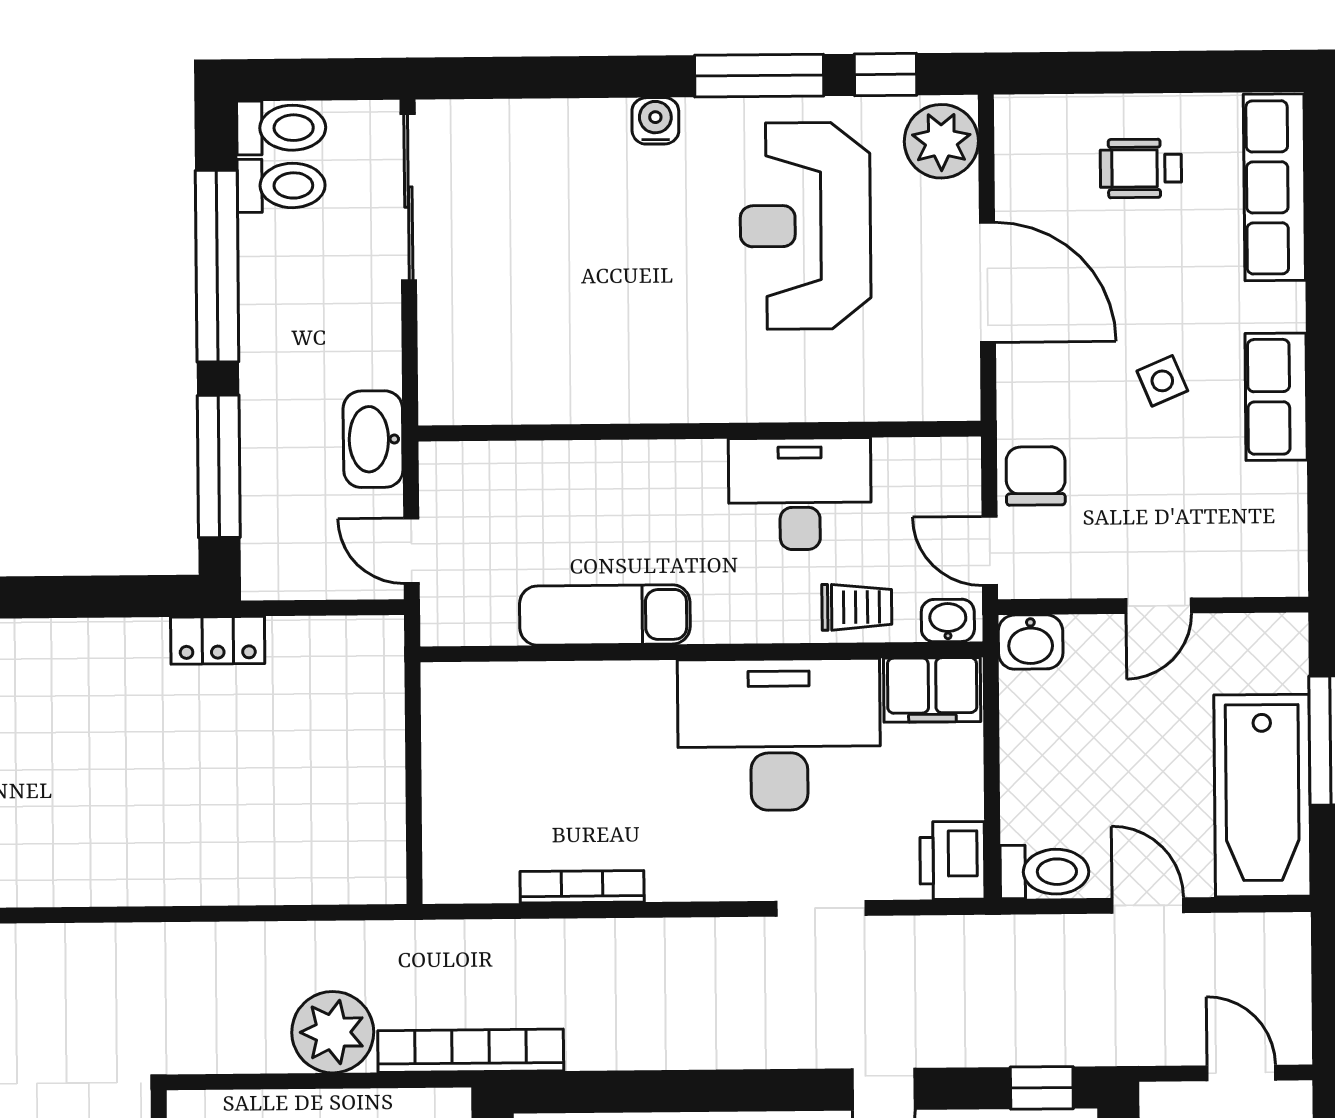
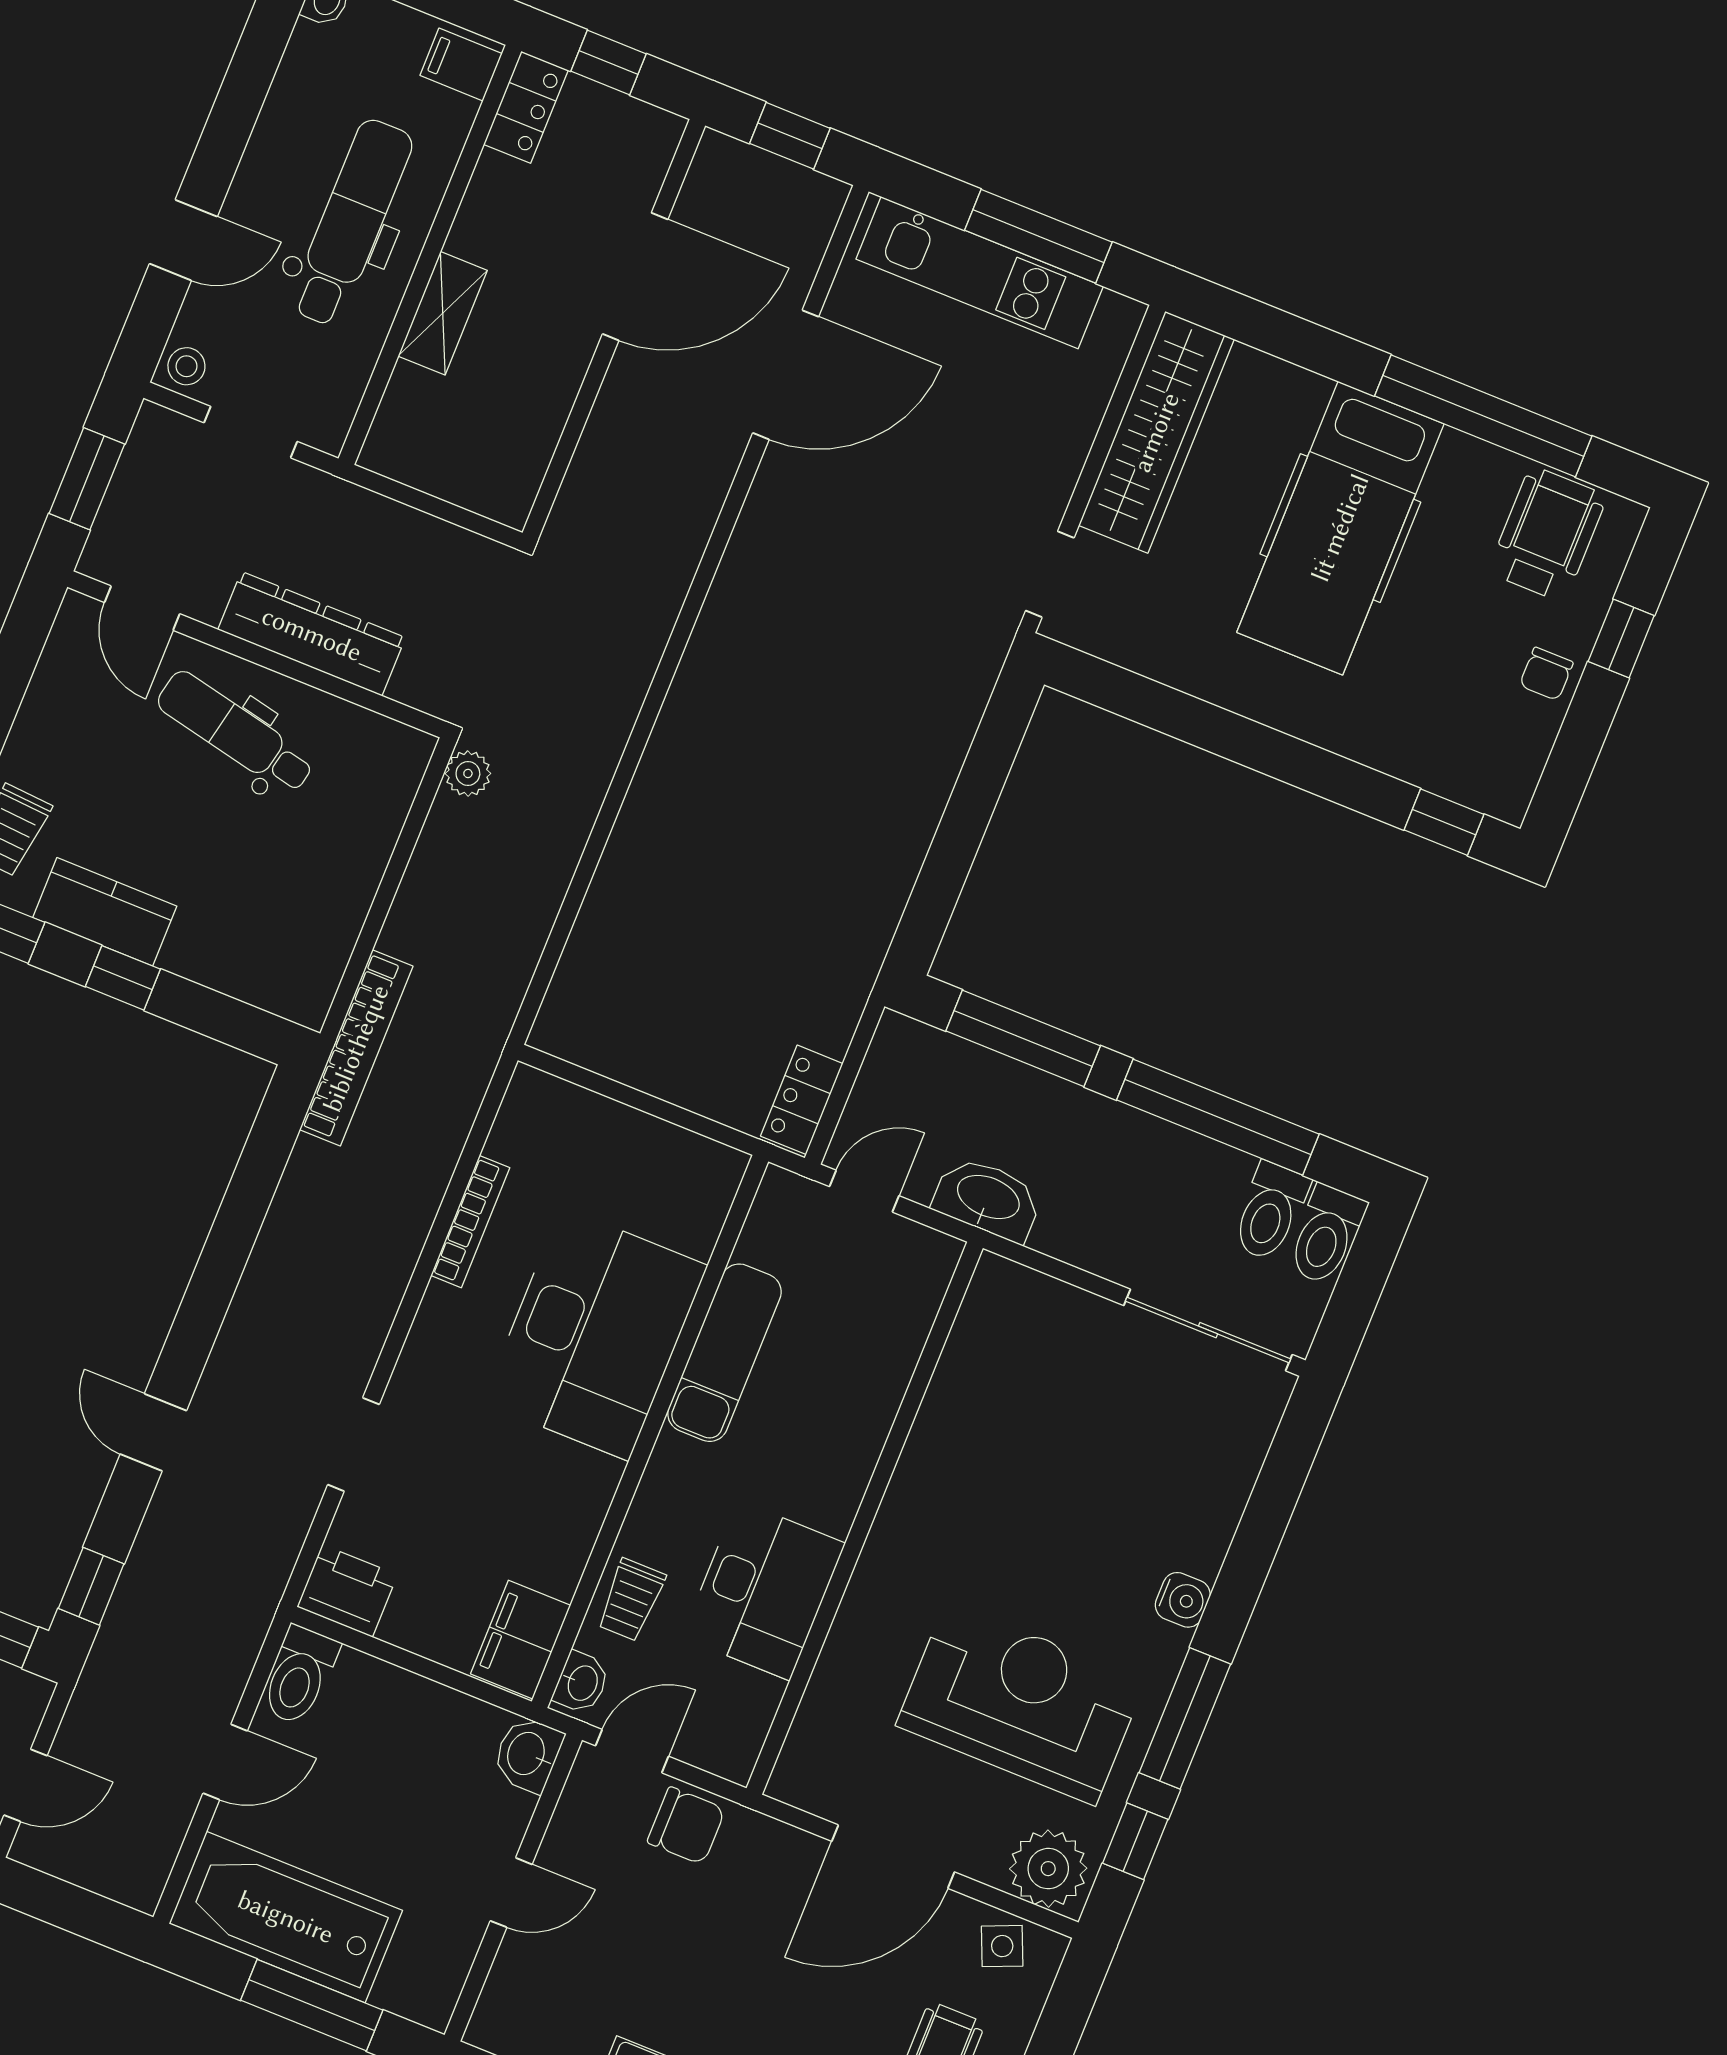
side table: (1162, 381) -> (1002, 1946), moved
door: (1159, 606) -> (511, 1893), swing flipped
locker: (218, 640) -> (802, 1100), moved
desk: (779, 735) -> (595, 1334), moved
plant: (333, 1032) -> (468, 773), moved, width x0.53, depth x0.53

